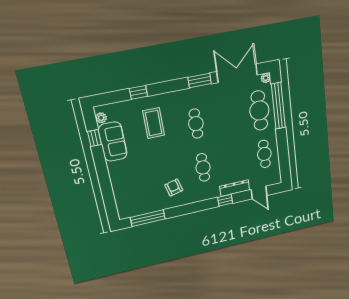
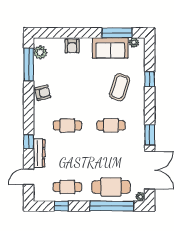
coffee table: (154, 123) -> (120, 87), turned -72
window: (95, 138) -> (117, 33), width x2.17
window: (284, 156) -> (61, 206), added
armchair: (119, 181) -> (72, 46), added
armchair: (174, 188) -> (43, 93), moved
plant: (133, 210) -> (40, 52), added

